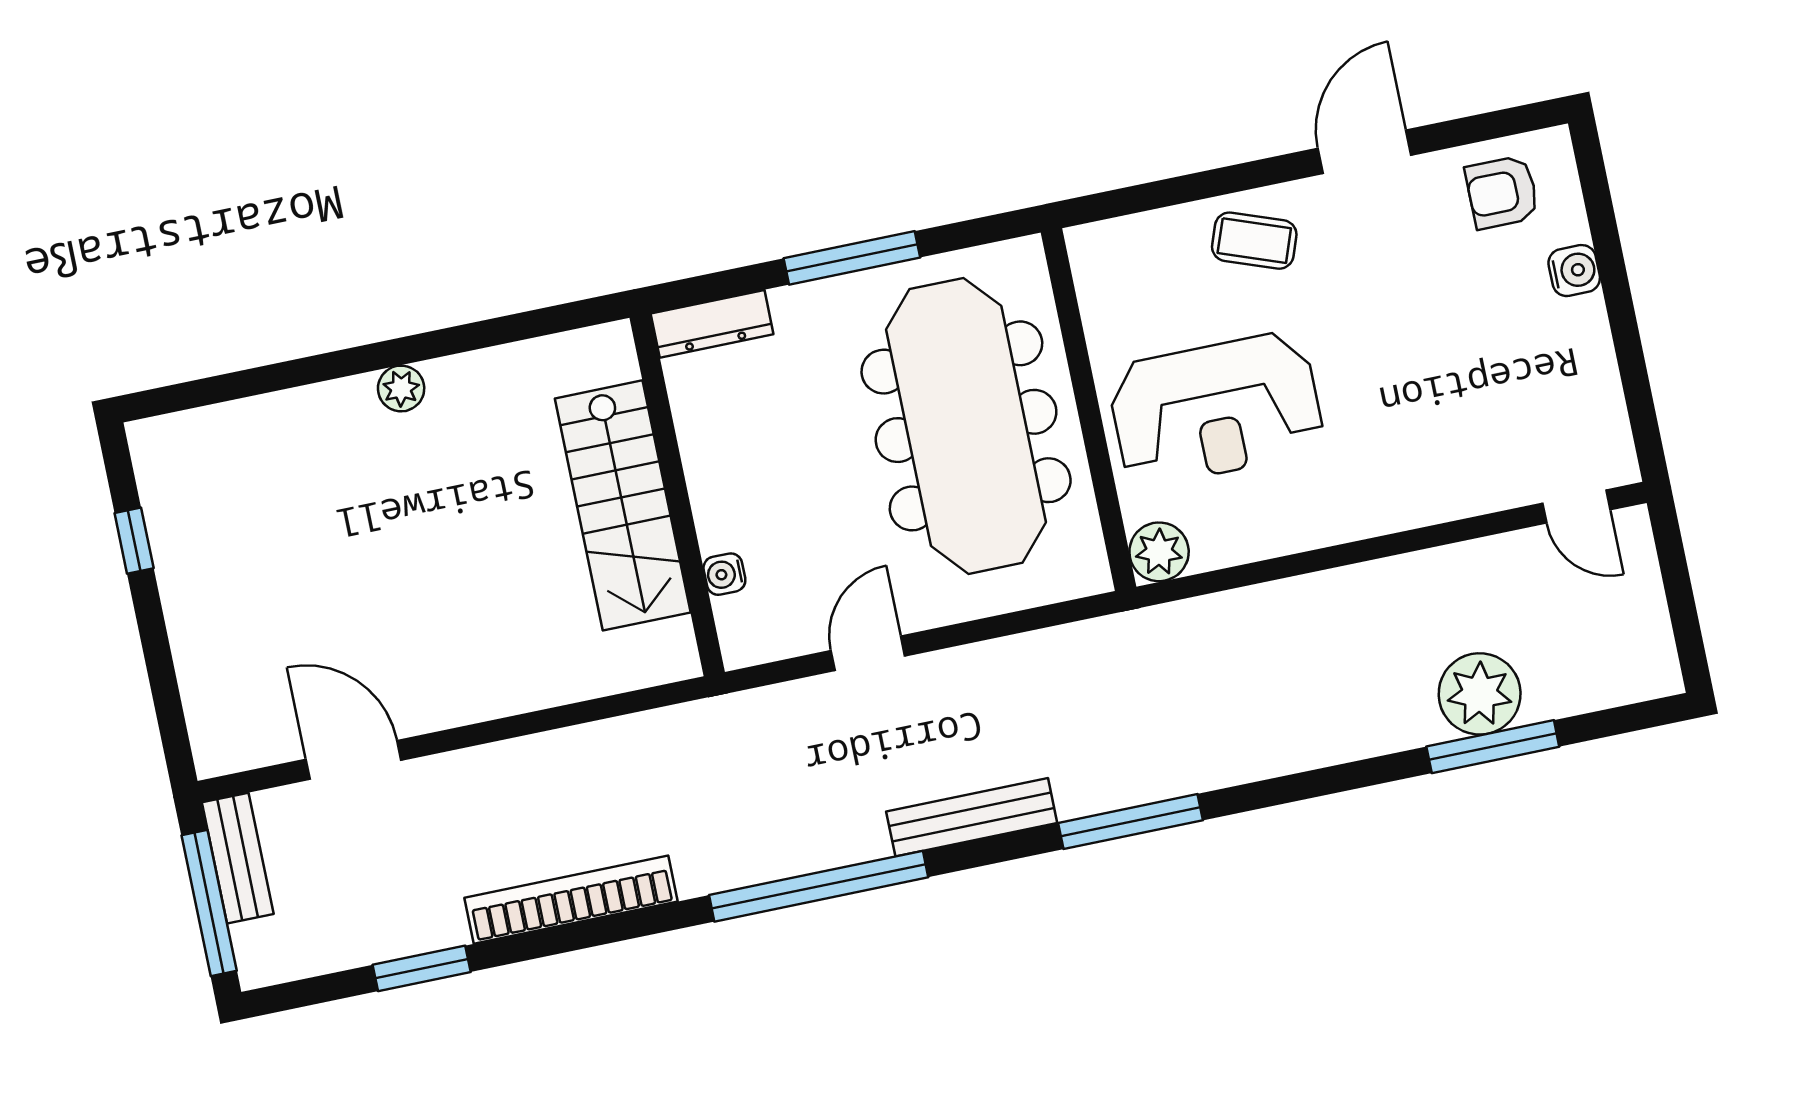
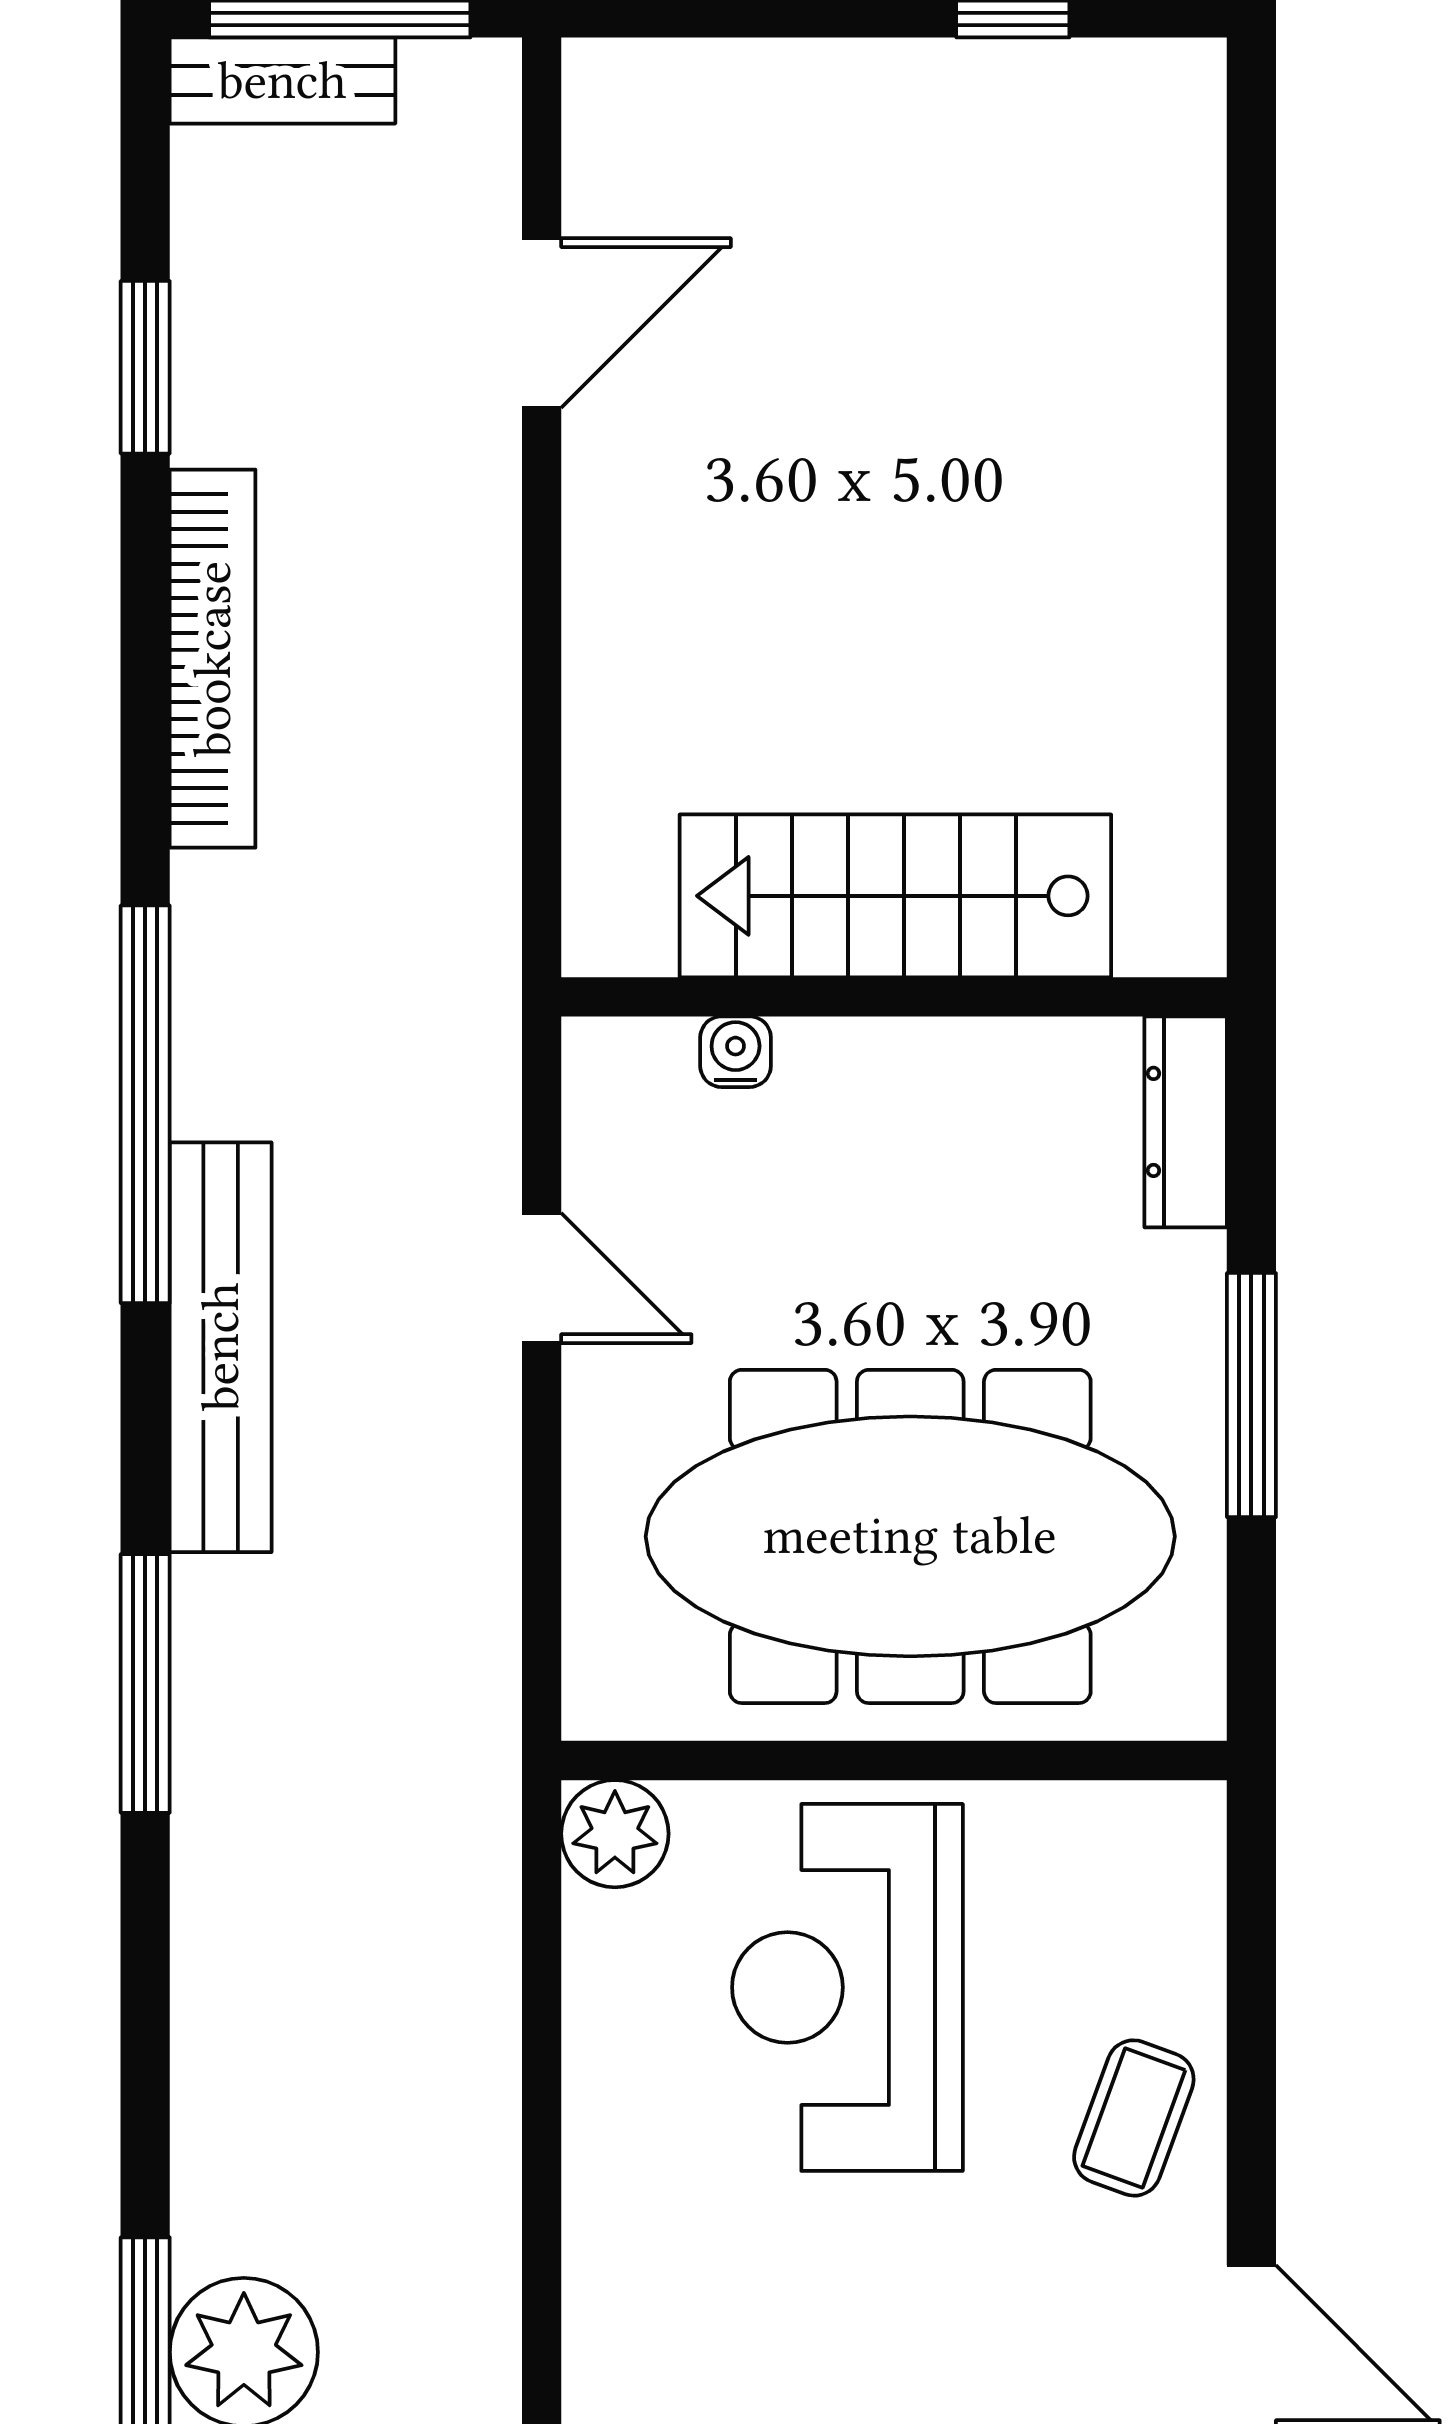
plant: (401, 388) -> (1185, 544), removed
bench: (972, 817) -> (221, 1347), width x1.37, depth x1.21
bench: (238, 858) -> (282, 81), moved

